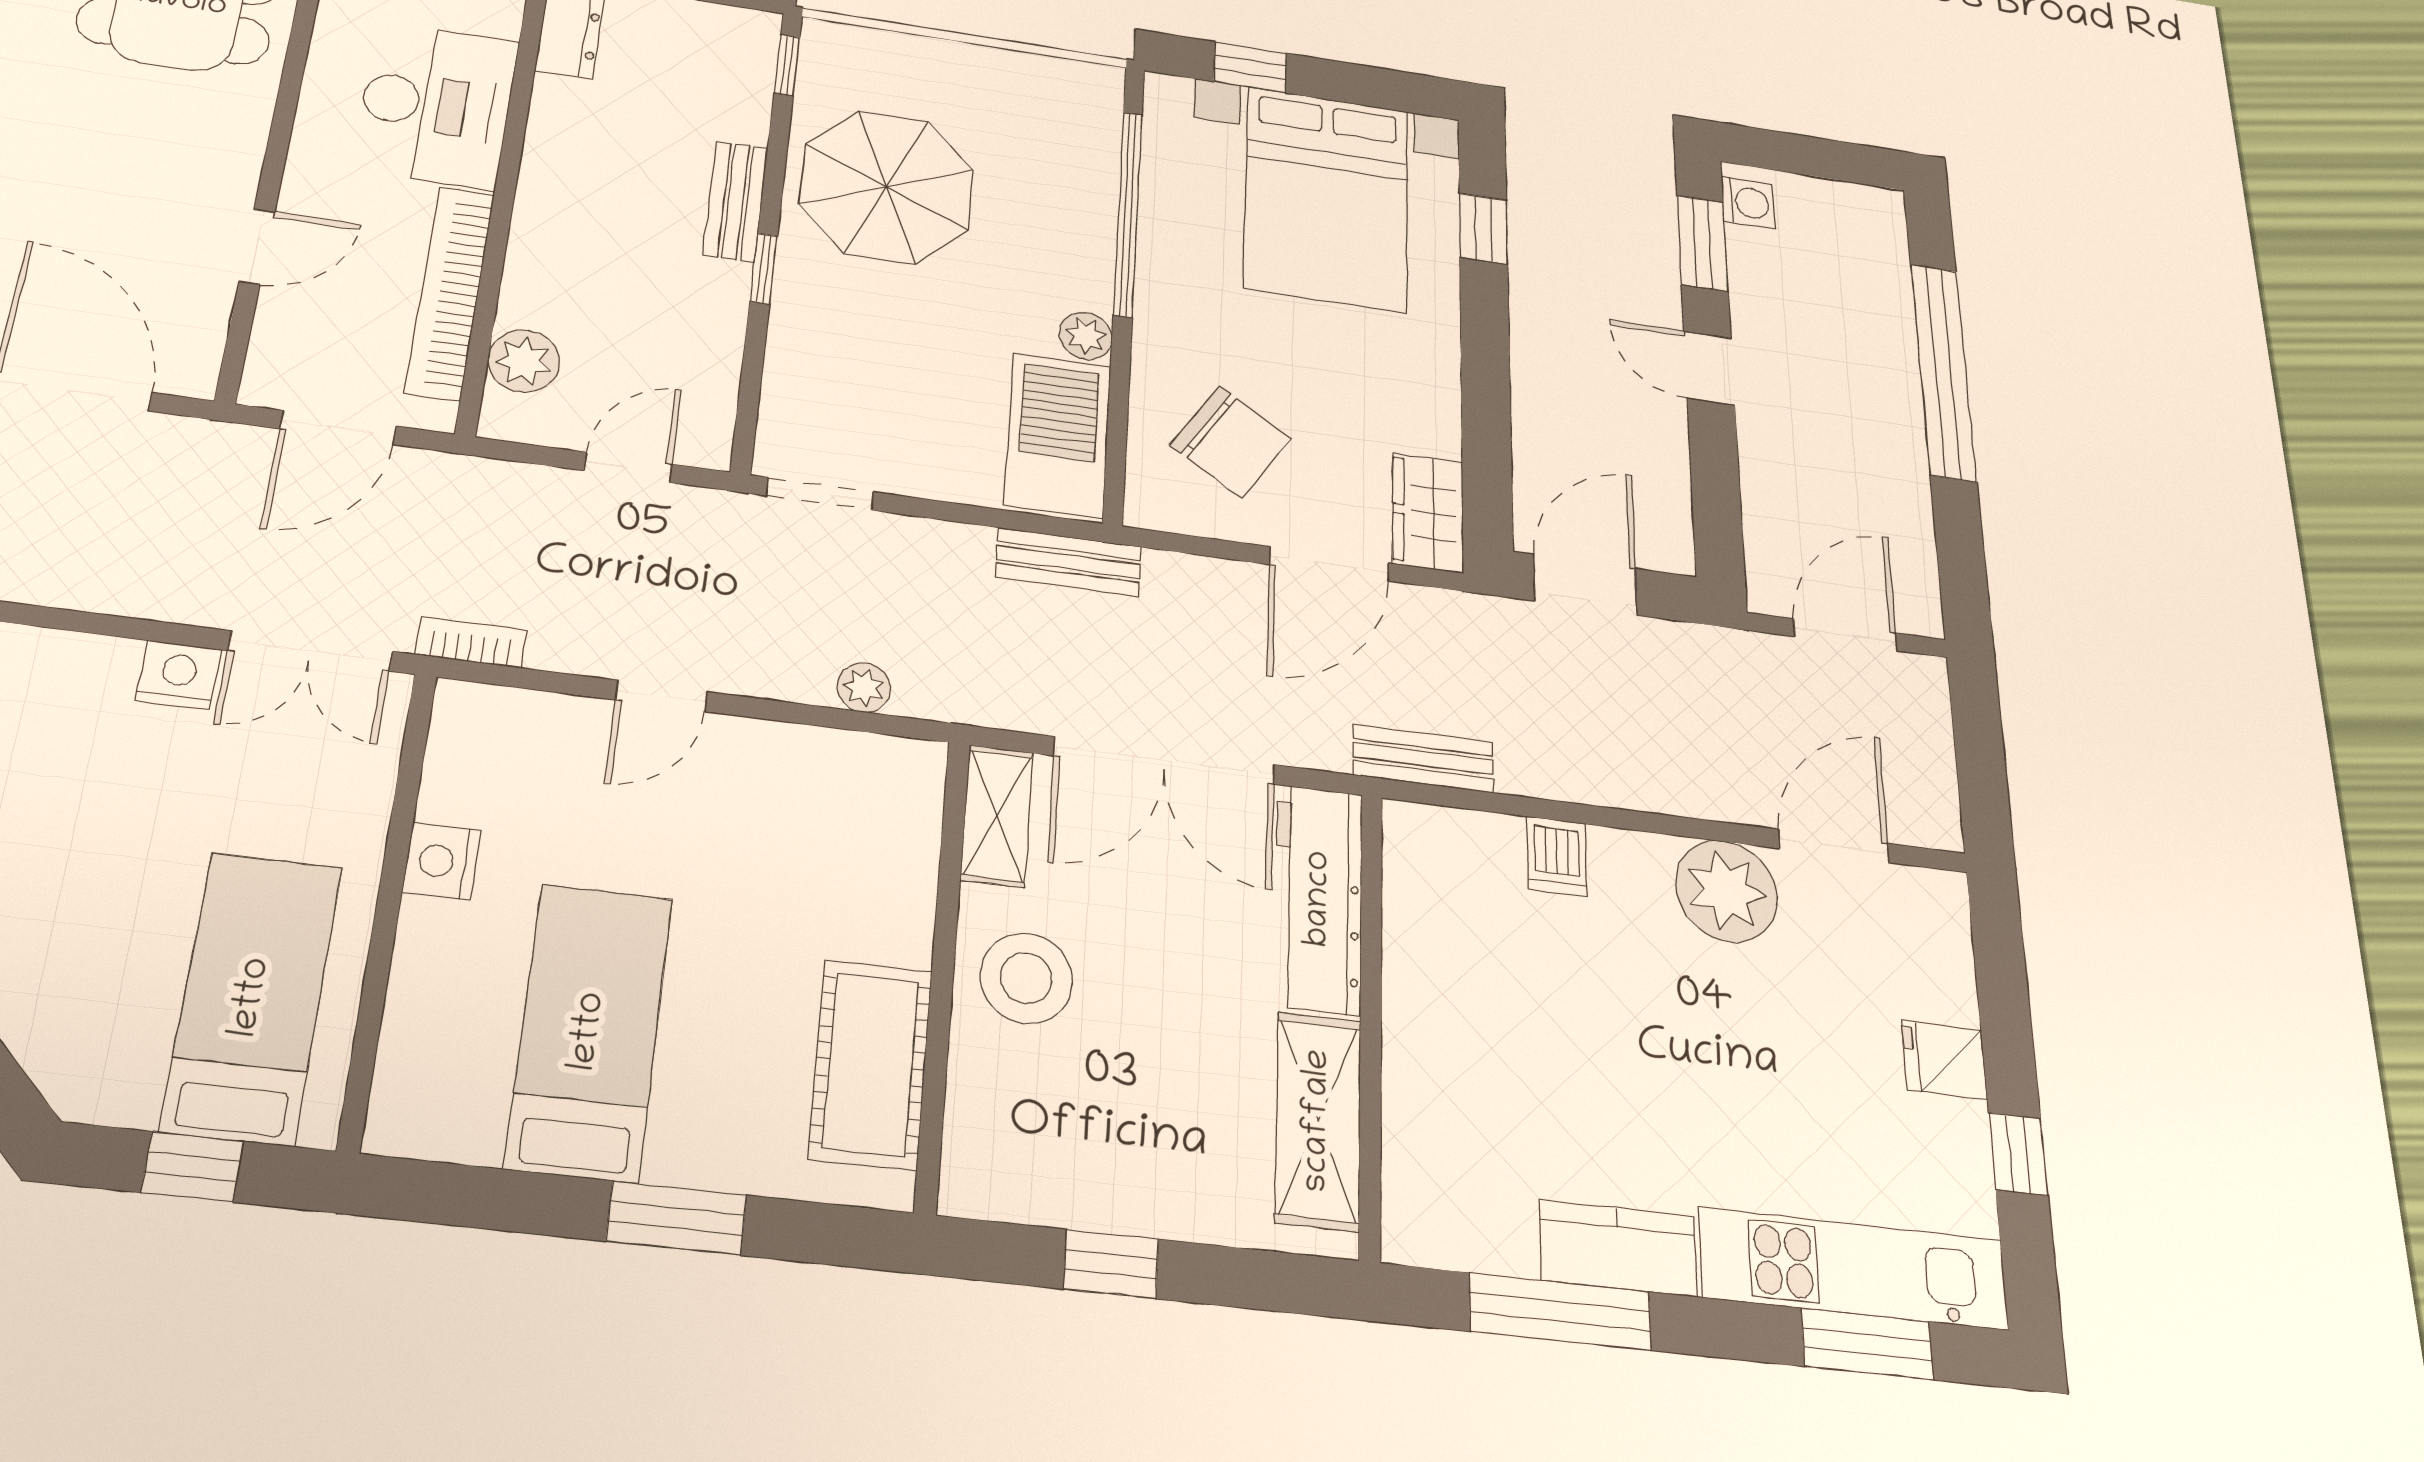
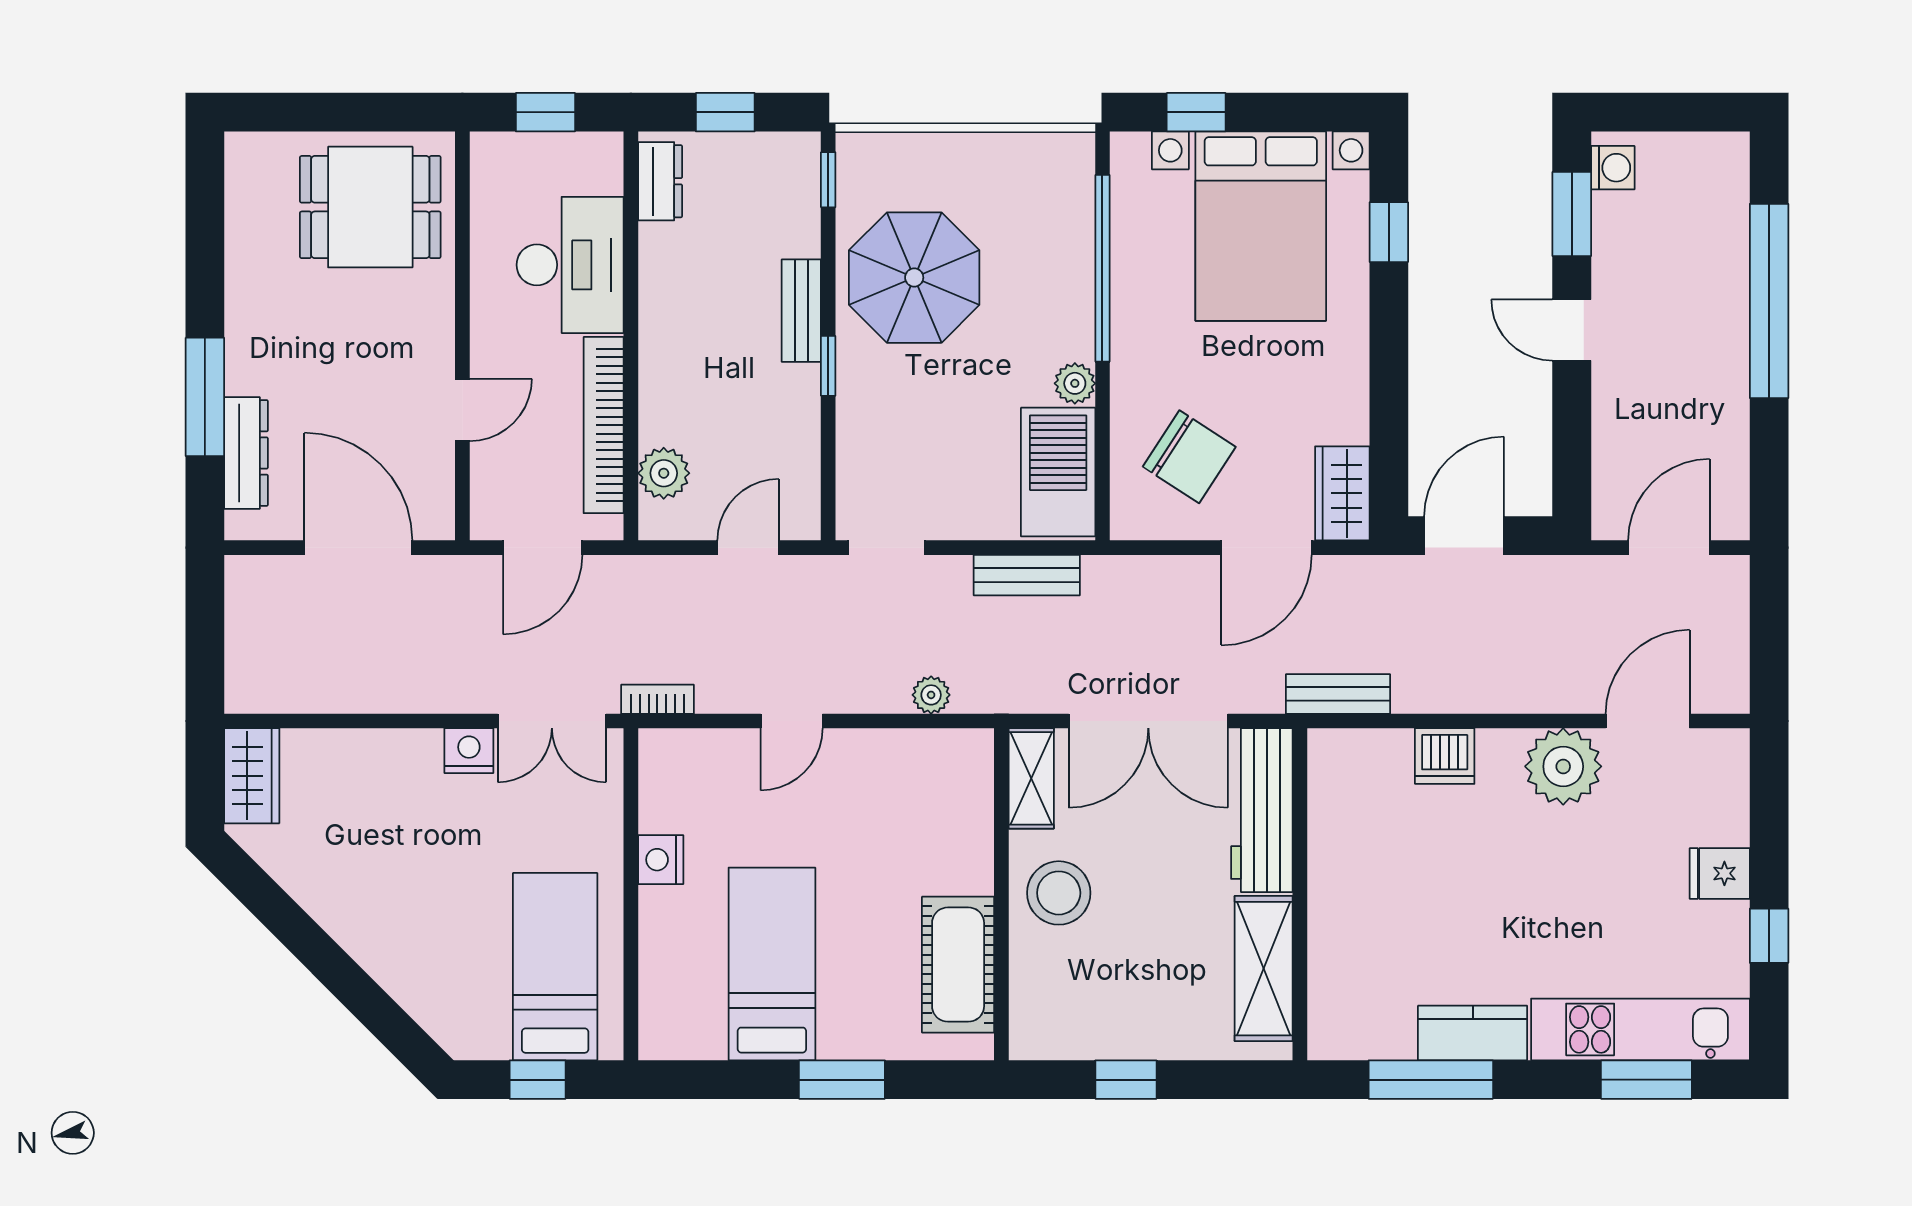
bench: (1068, 562) -> (1027, 575), moved
dishwasher: (1557, 856) -> (1445, 756), width x1.38

